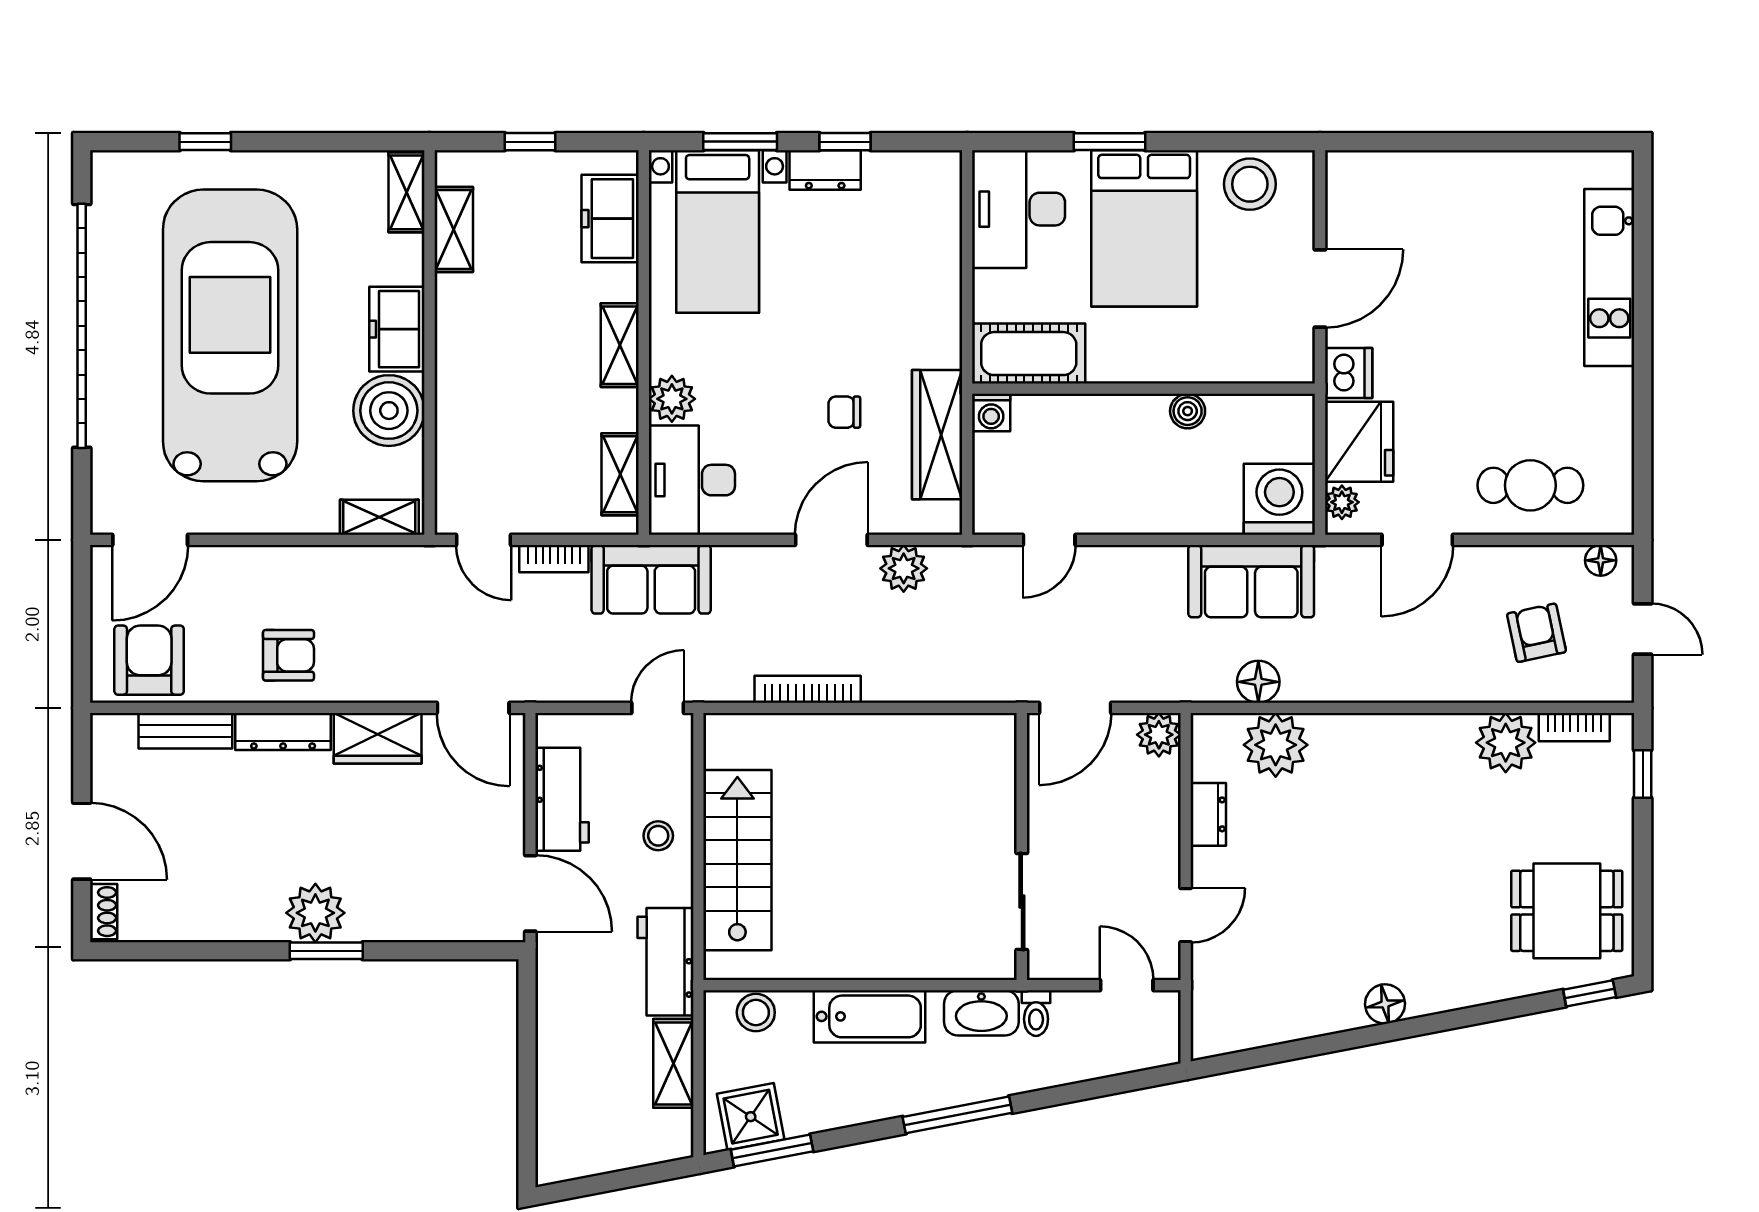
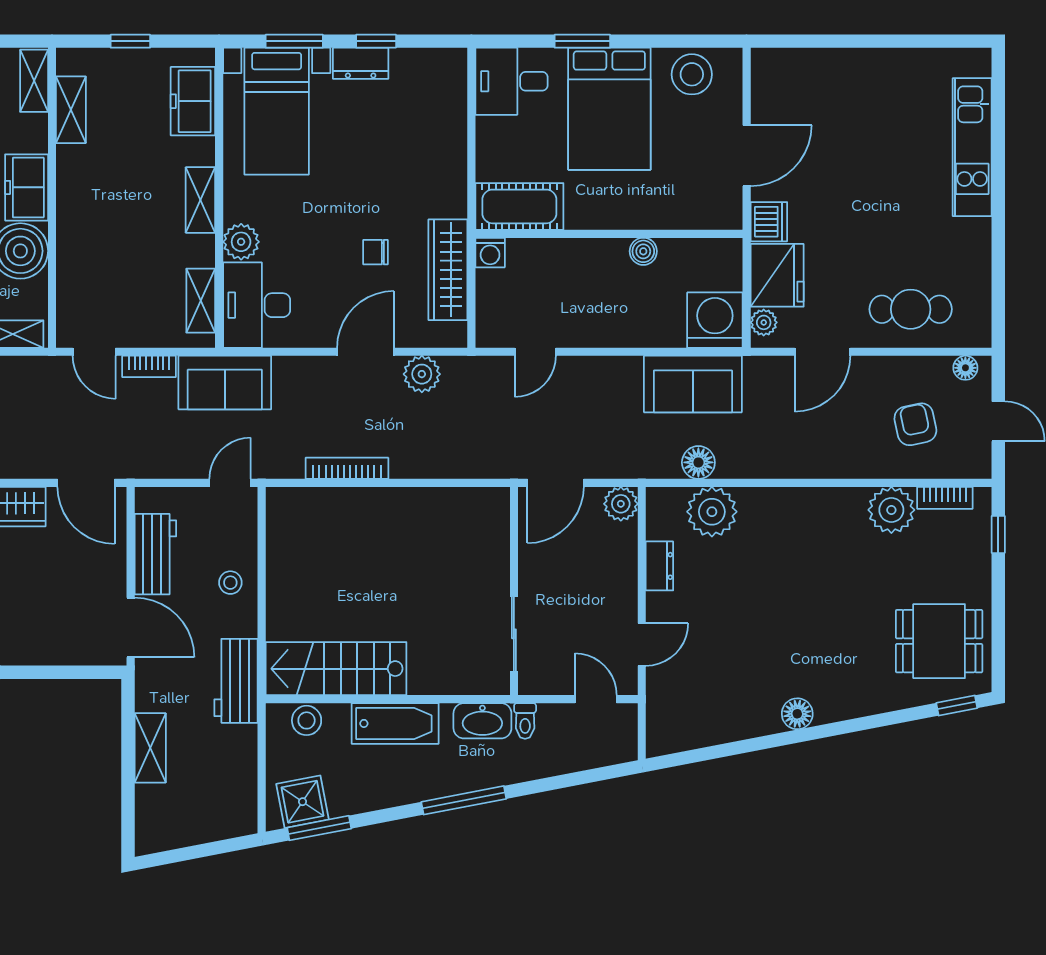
desk: (1019, 209) -> (511, 81), width x0.73
stairs: (737, 860) -> (336, 669), moved, turned -90
shelving: (673, 1063) -> (150, 748), moved

